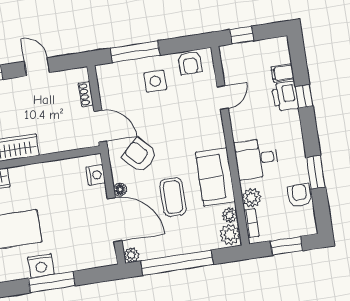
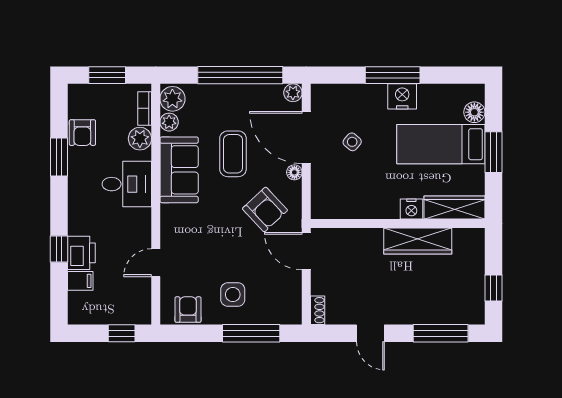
shoe rack: (86, 94) -> (318, 310), moved
nightstand: (96, 175) -> (411, 209), moved, turned -90
side table: (76, 222) -> (352, 142), added

